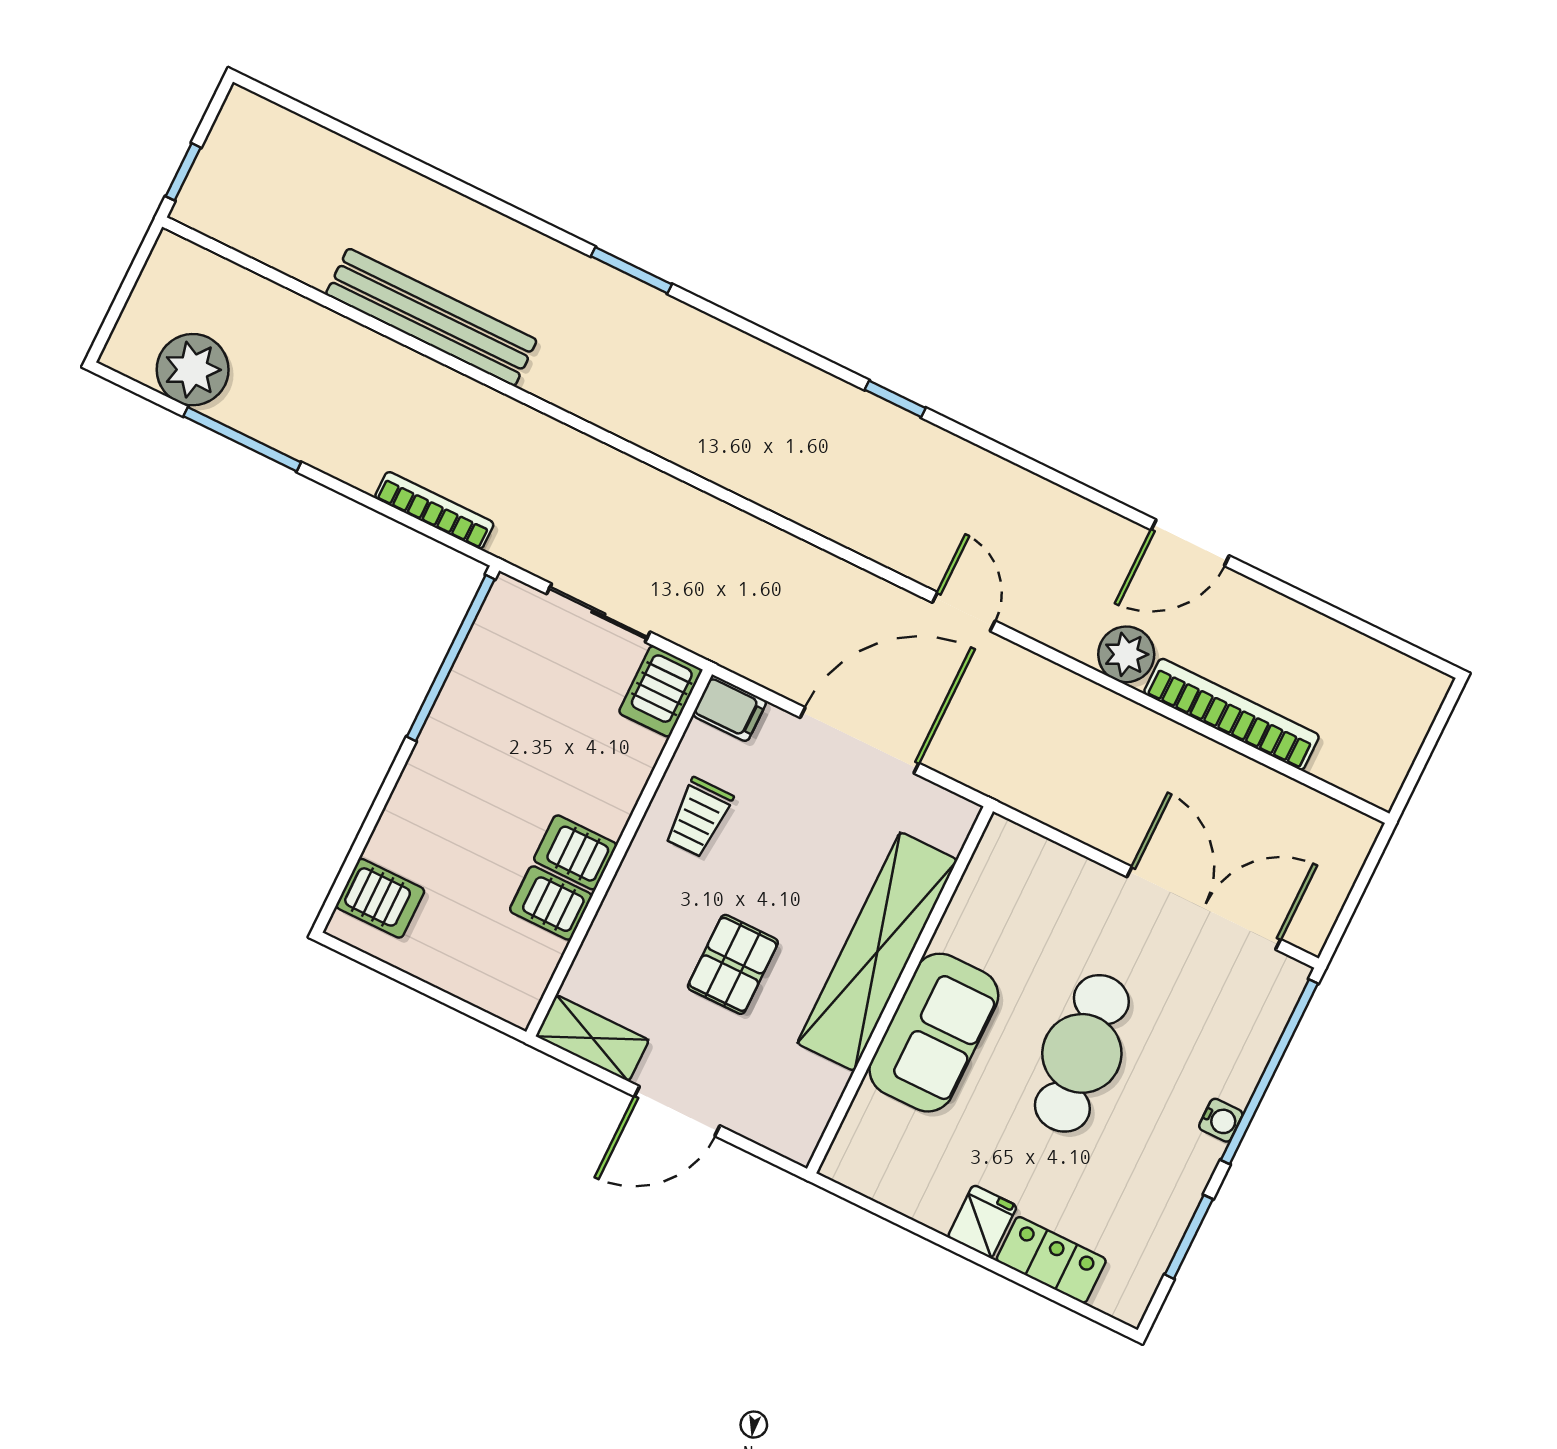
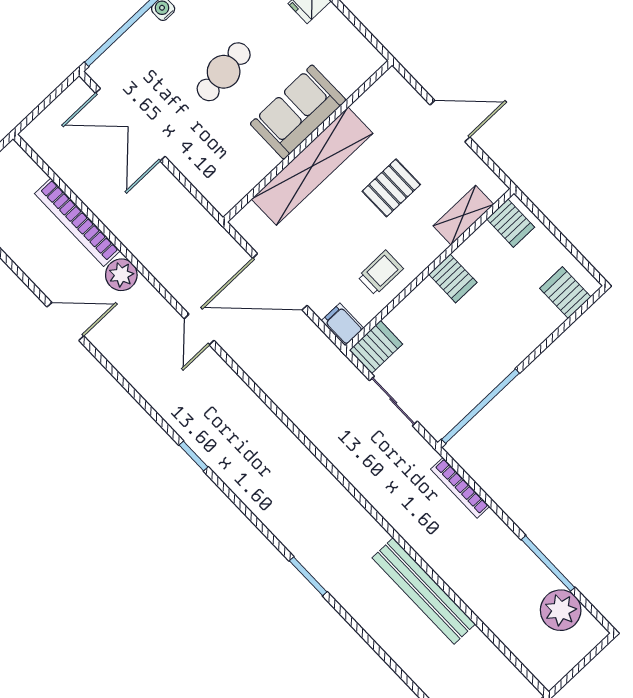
server rack: (551, 903) -> (511, 223), moved
shelving: (592, 1038) -> (463, 215), moved, turned 90
cafe table: (1082, 1053) -> (224, 72), width x0.73, depth x0.74

